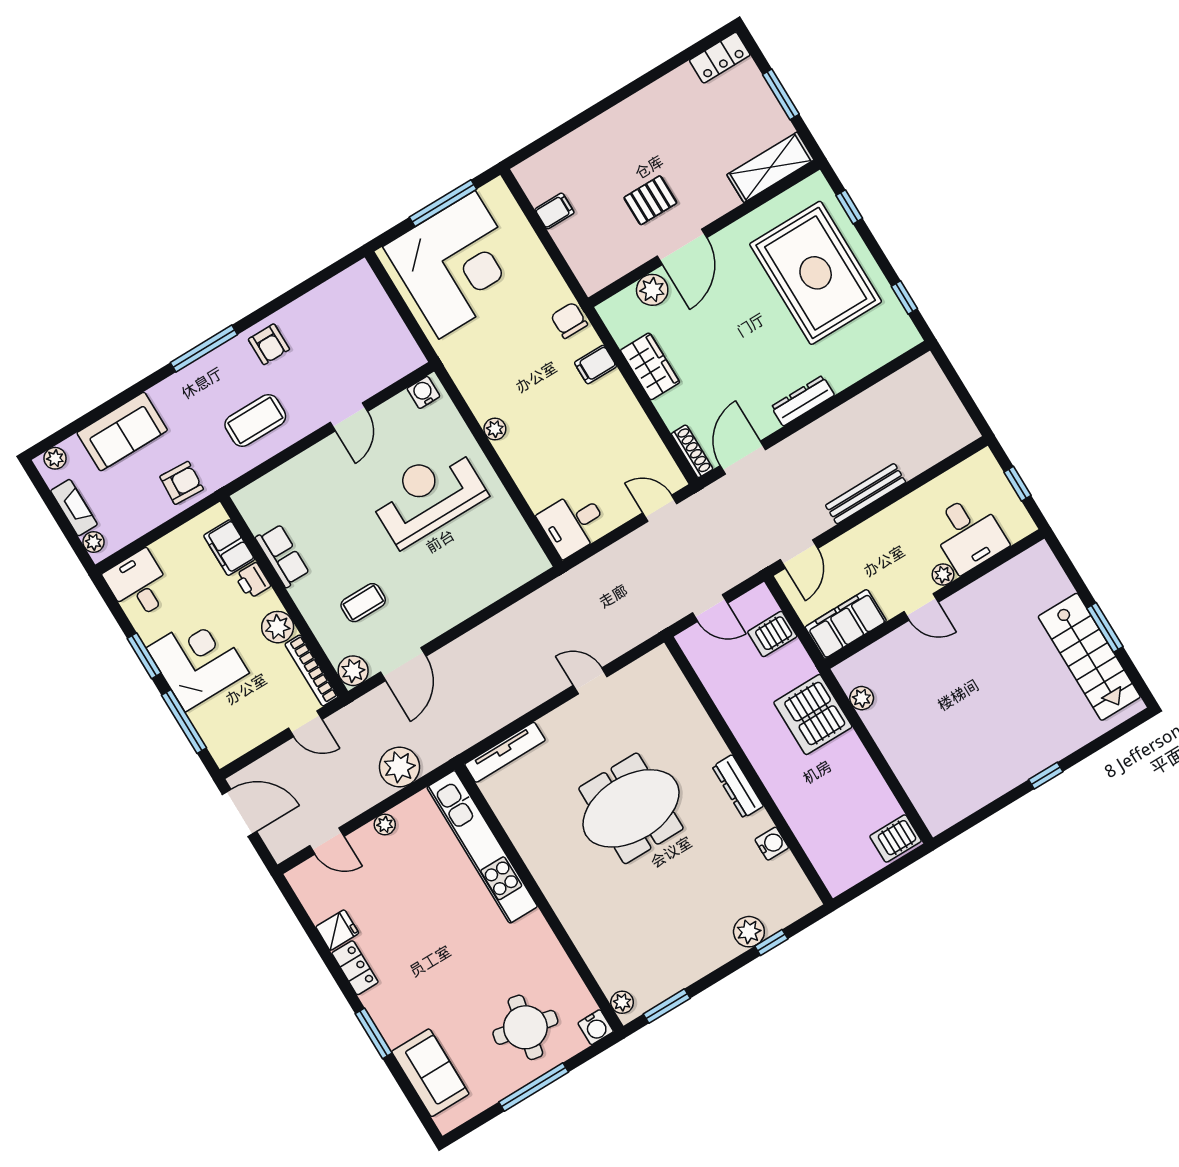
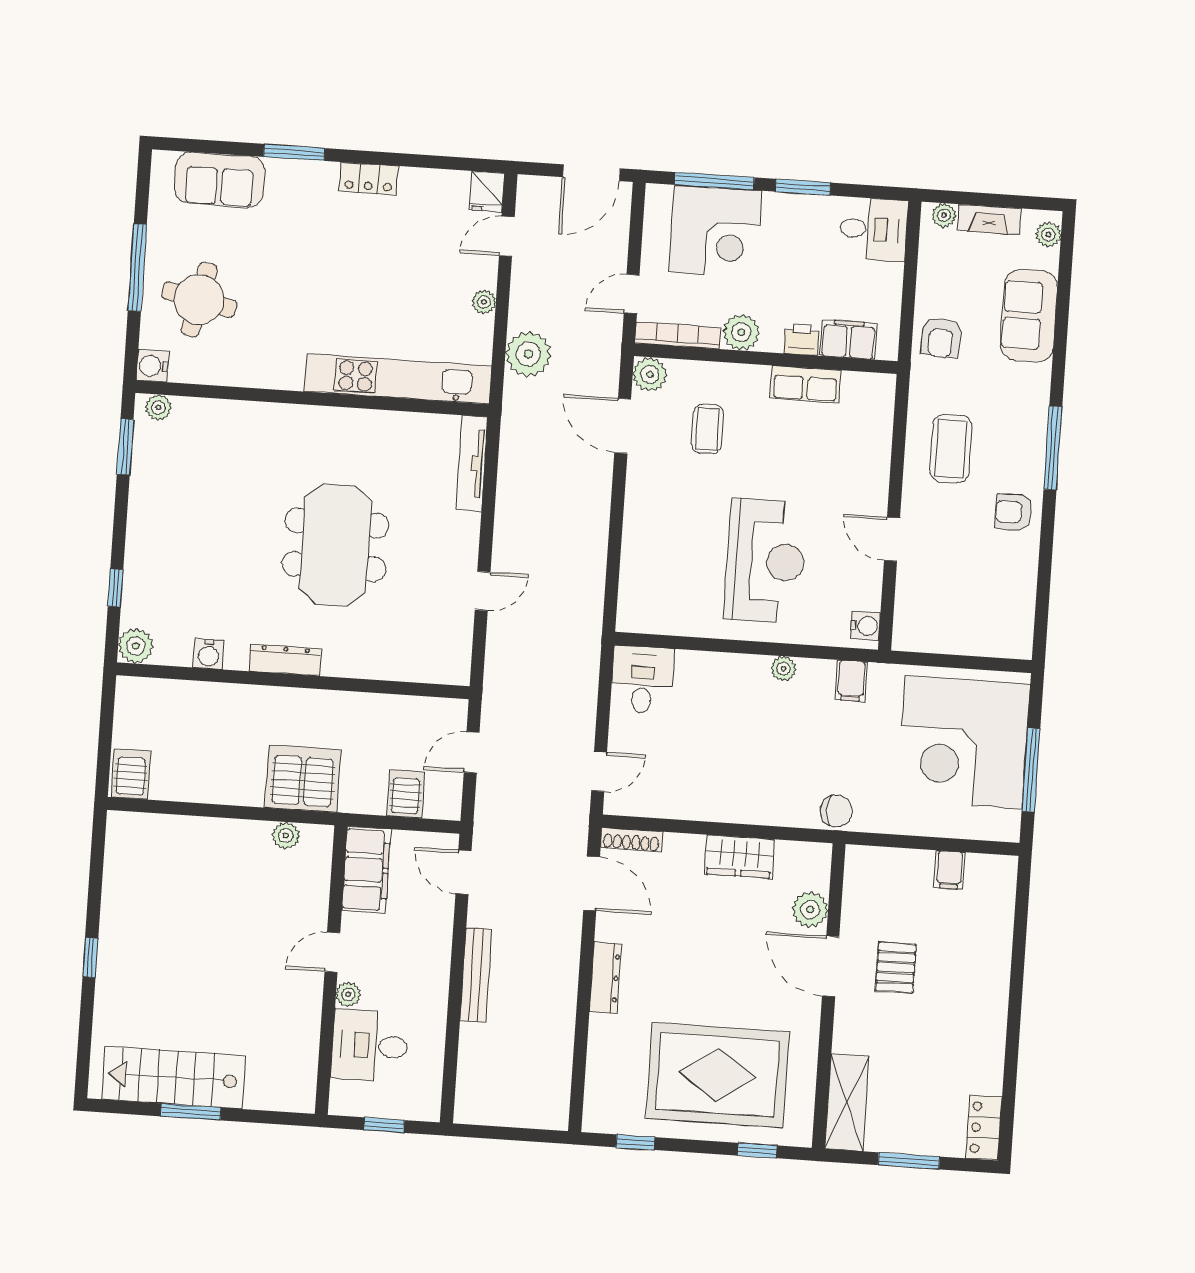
filing cabinet: (595, 365) -> (851, 681), moved, turned 180
corner desk: (198, 660) -> (715, 231), moved
fridge: (337, 930) -> (487, 192), moved
plant: (749, 932) -> (136, 646), moved

